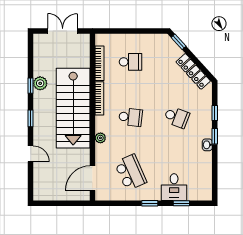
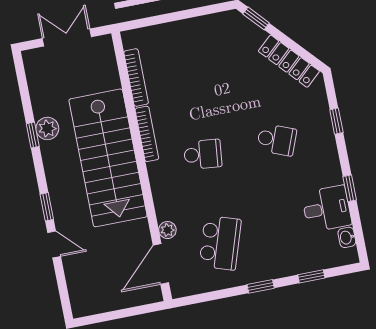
school desk: (131, 62) -> (185, 66), removed
window: (31, 118) -> (47, 207), moved
window: (215, 136) -> (350, 188), moved
plant: (100, 138) -> (167, 230), moved
washbasin: (207, 145) -> (347, 237), moved
school desk: (131, 172) -> (220, 243), turned 42
desk: (174, 187) -> (327, 209), moved, turned -90

